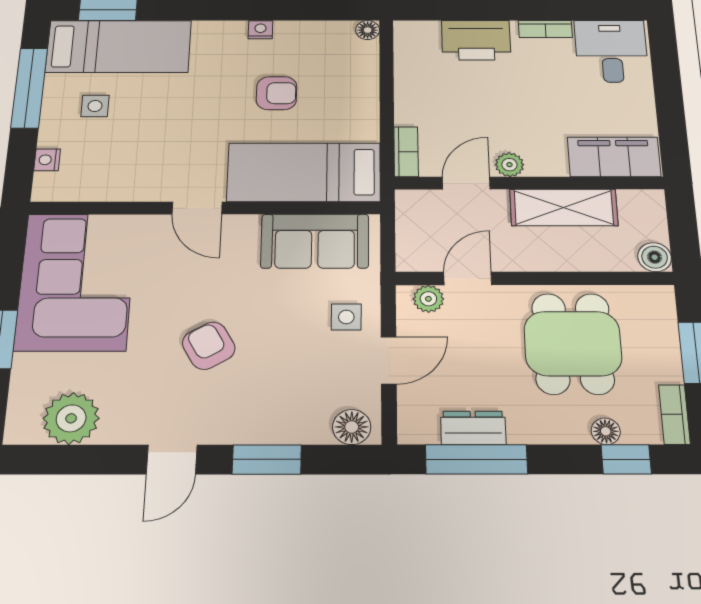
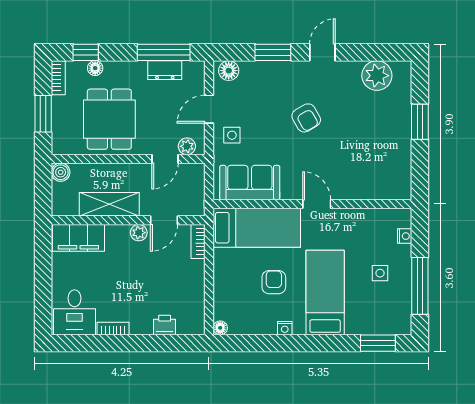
printer: (476, 40) -> (165, 325), width x0.53, depth x0.68
bed: (119, 46) -> (325, 293), moved, turned 90
armchair: (276, 93) -> (274, 282), turned 90
corner sofa: (76, 281) -> (381, 157), removed

